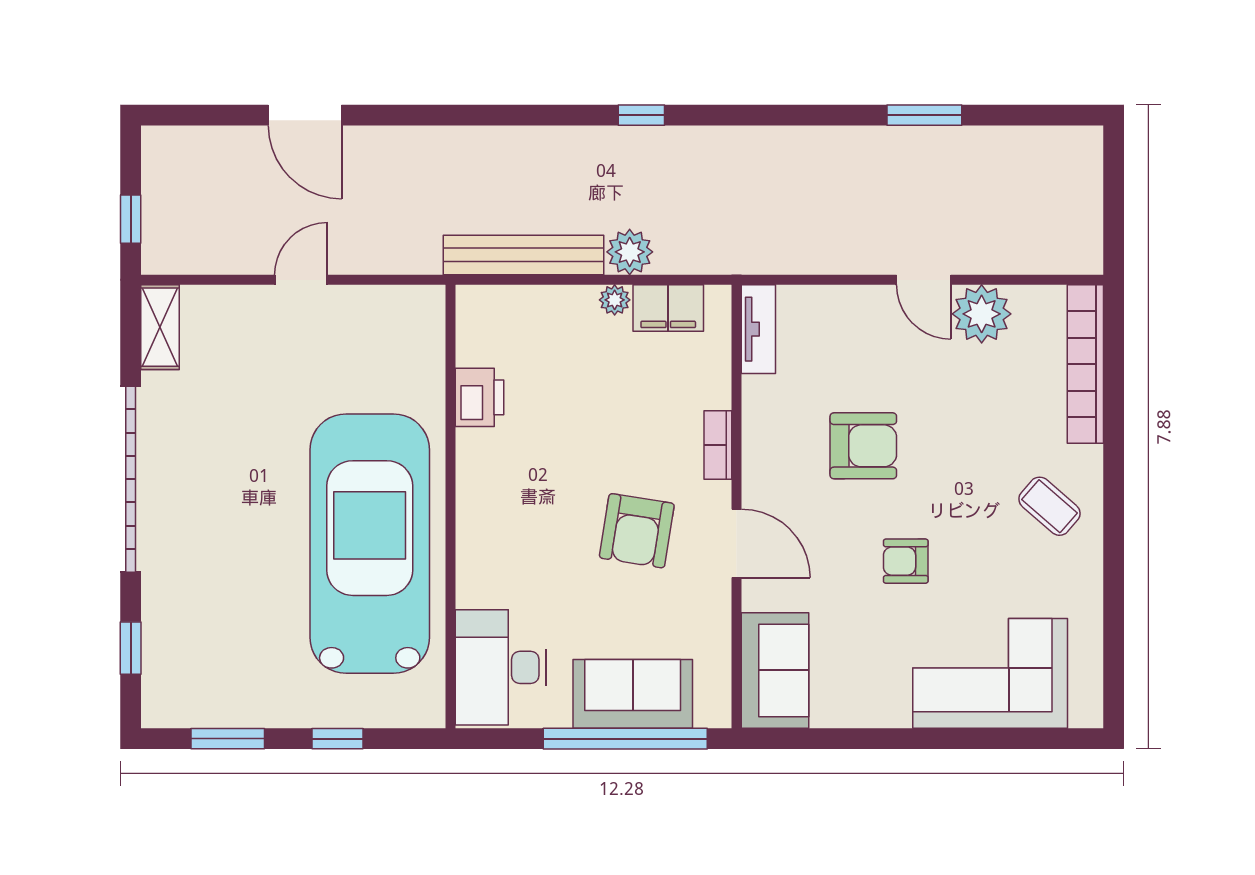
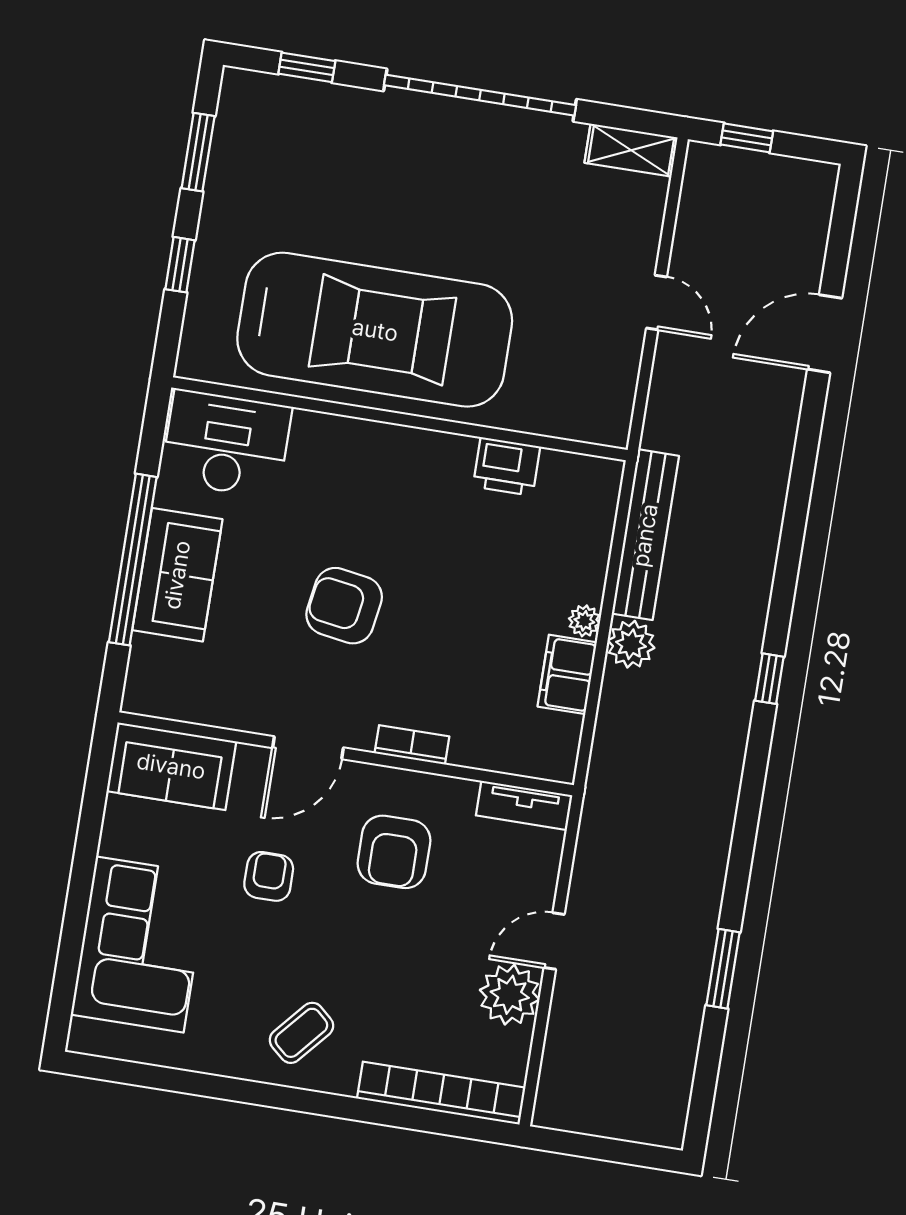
tv unit: (758, 329) -> (524, 805), moved
bookcase: (718, 445) -> (412, 745), moved
wall: (737, 507) -> (346, 754), moved
door: (737, 543) -> (308, 748), moved
sofa: (775, 670) -> (171, 766), moved

